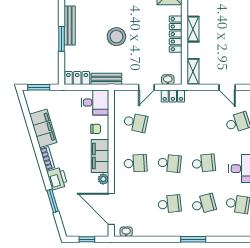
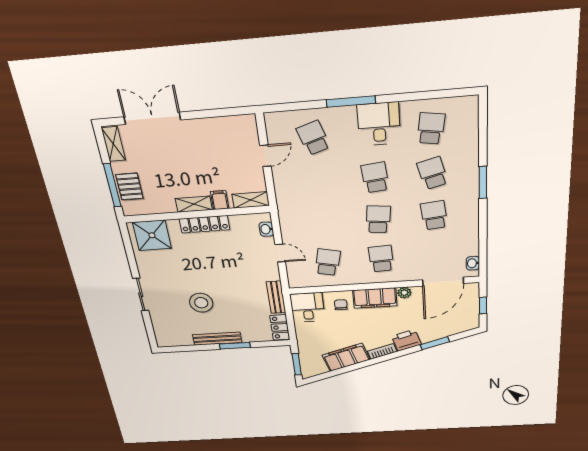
stool: (116, 37) -> (201, 303), moved
filing cabinet: (195, 49) -> (220, 200), added
locker: (173, 96) -> (287, 222), removed

